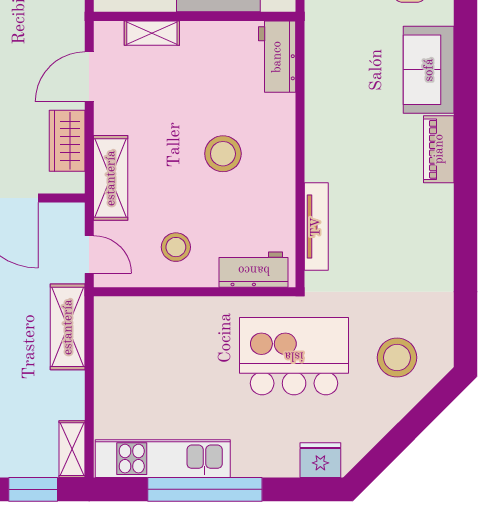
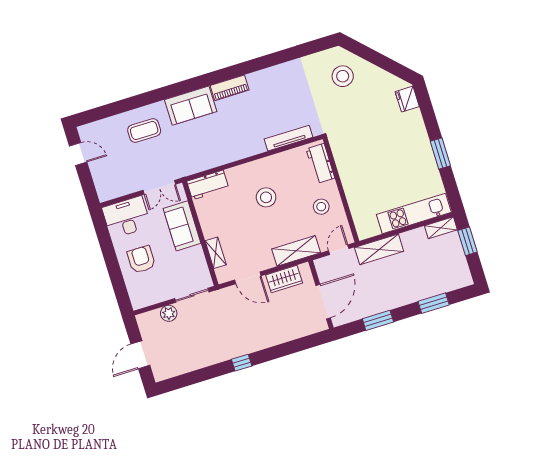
kitchen island: (294, 356) -> (358, 129), removed
kitchen unit: (163, 459) -> (414, 213), moved, turned 90
window: (205, 489) -> (440, 153), width x0.47

